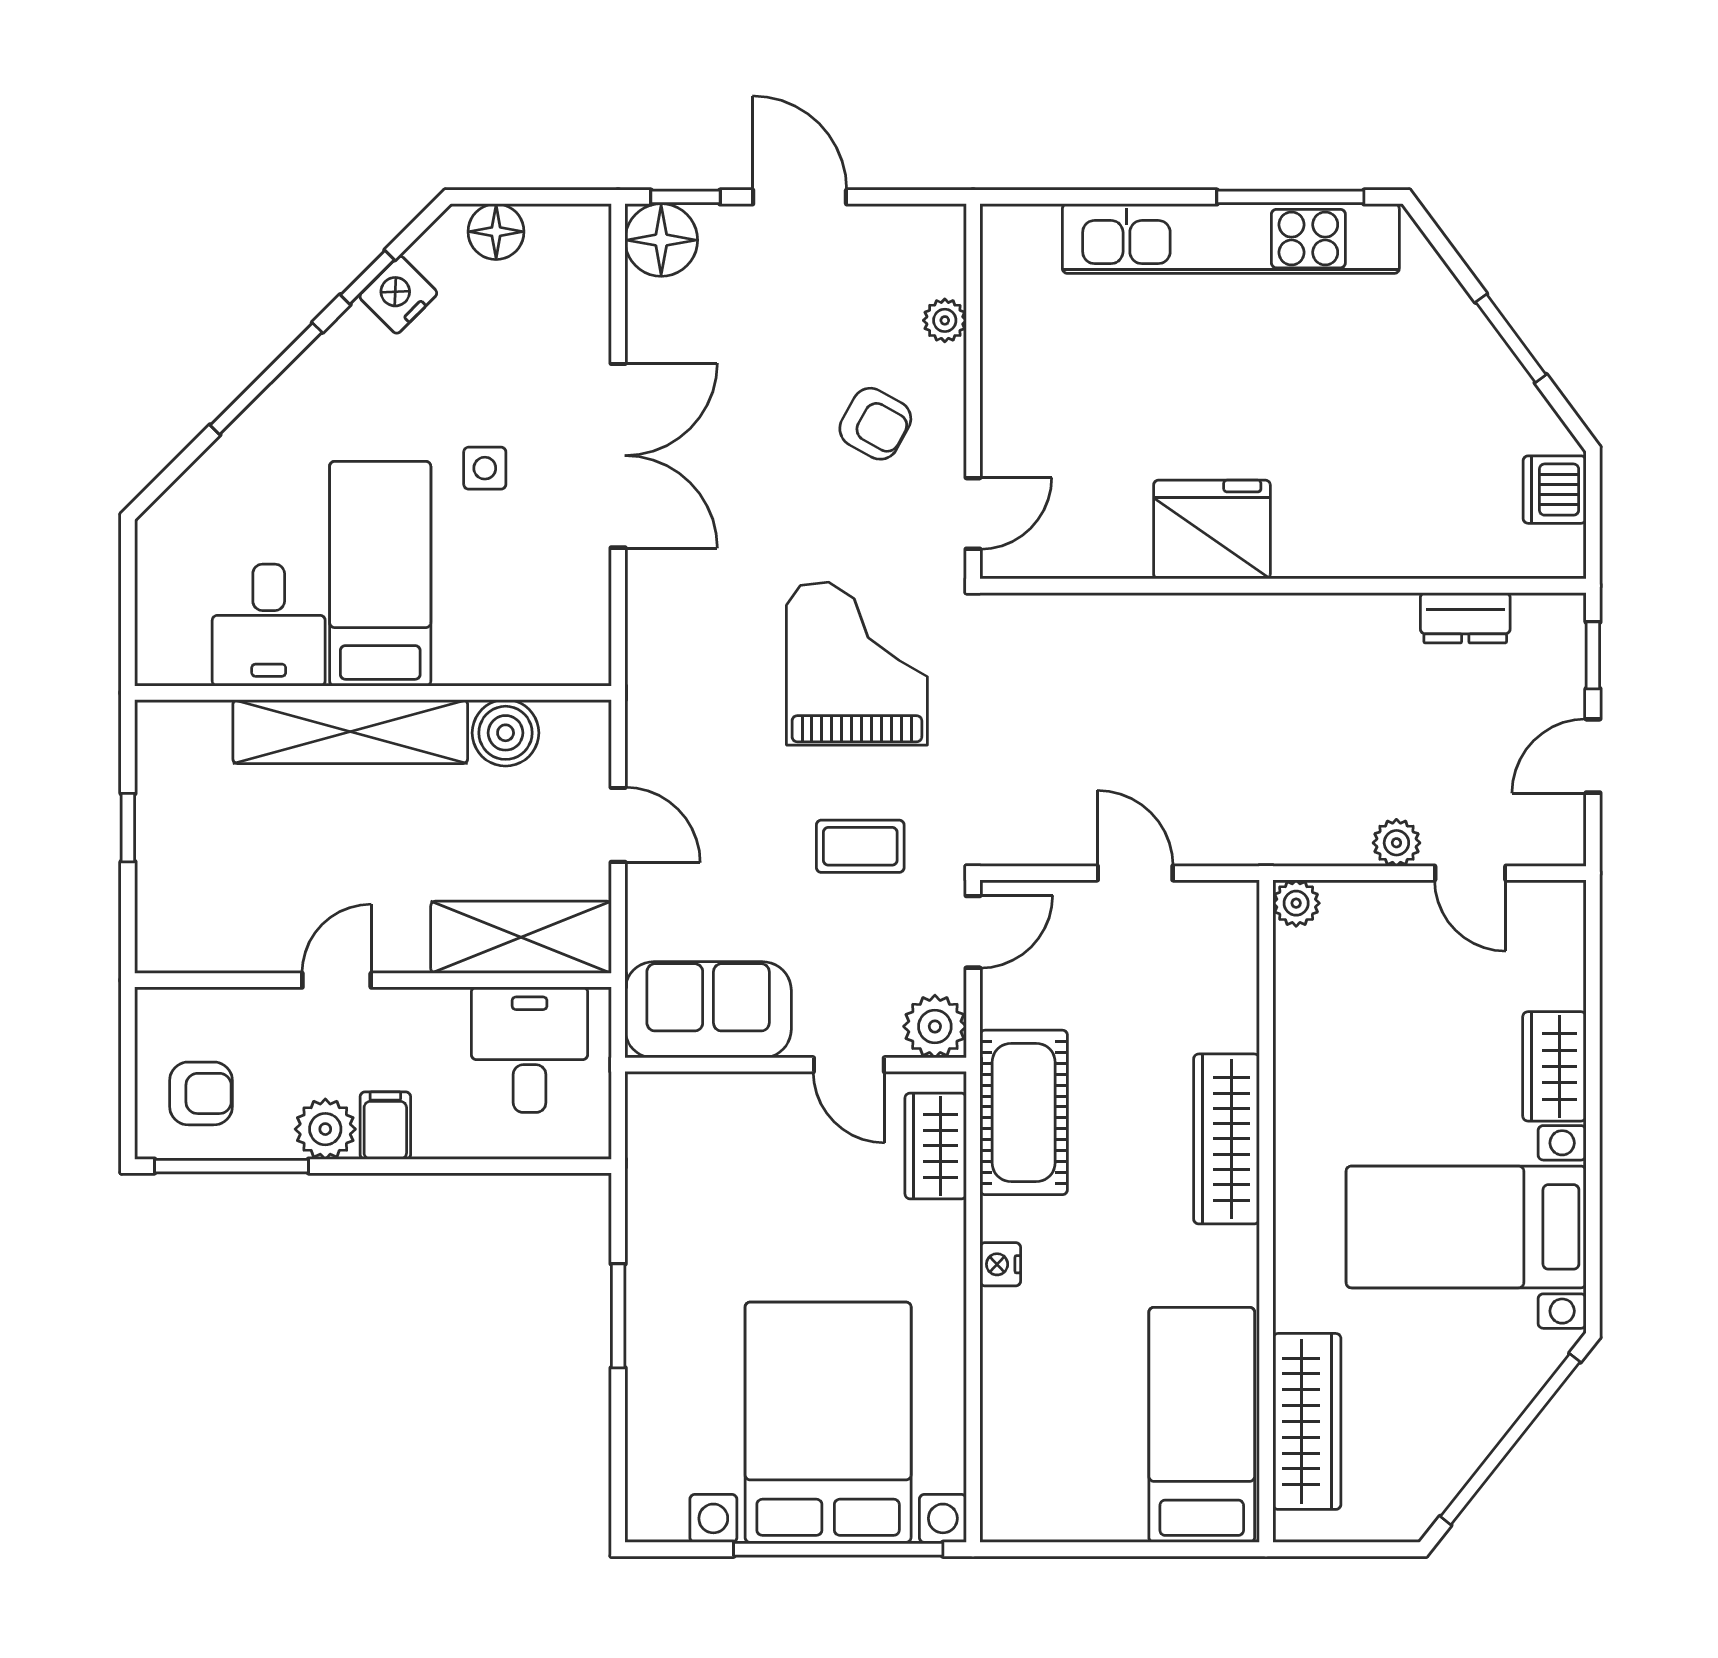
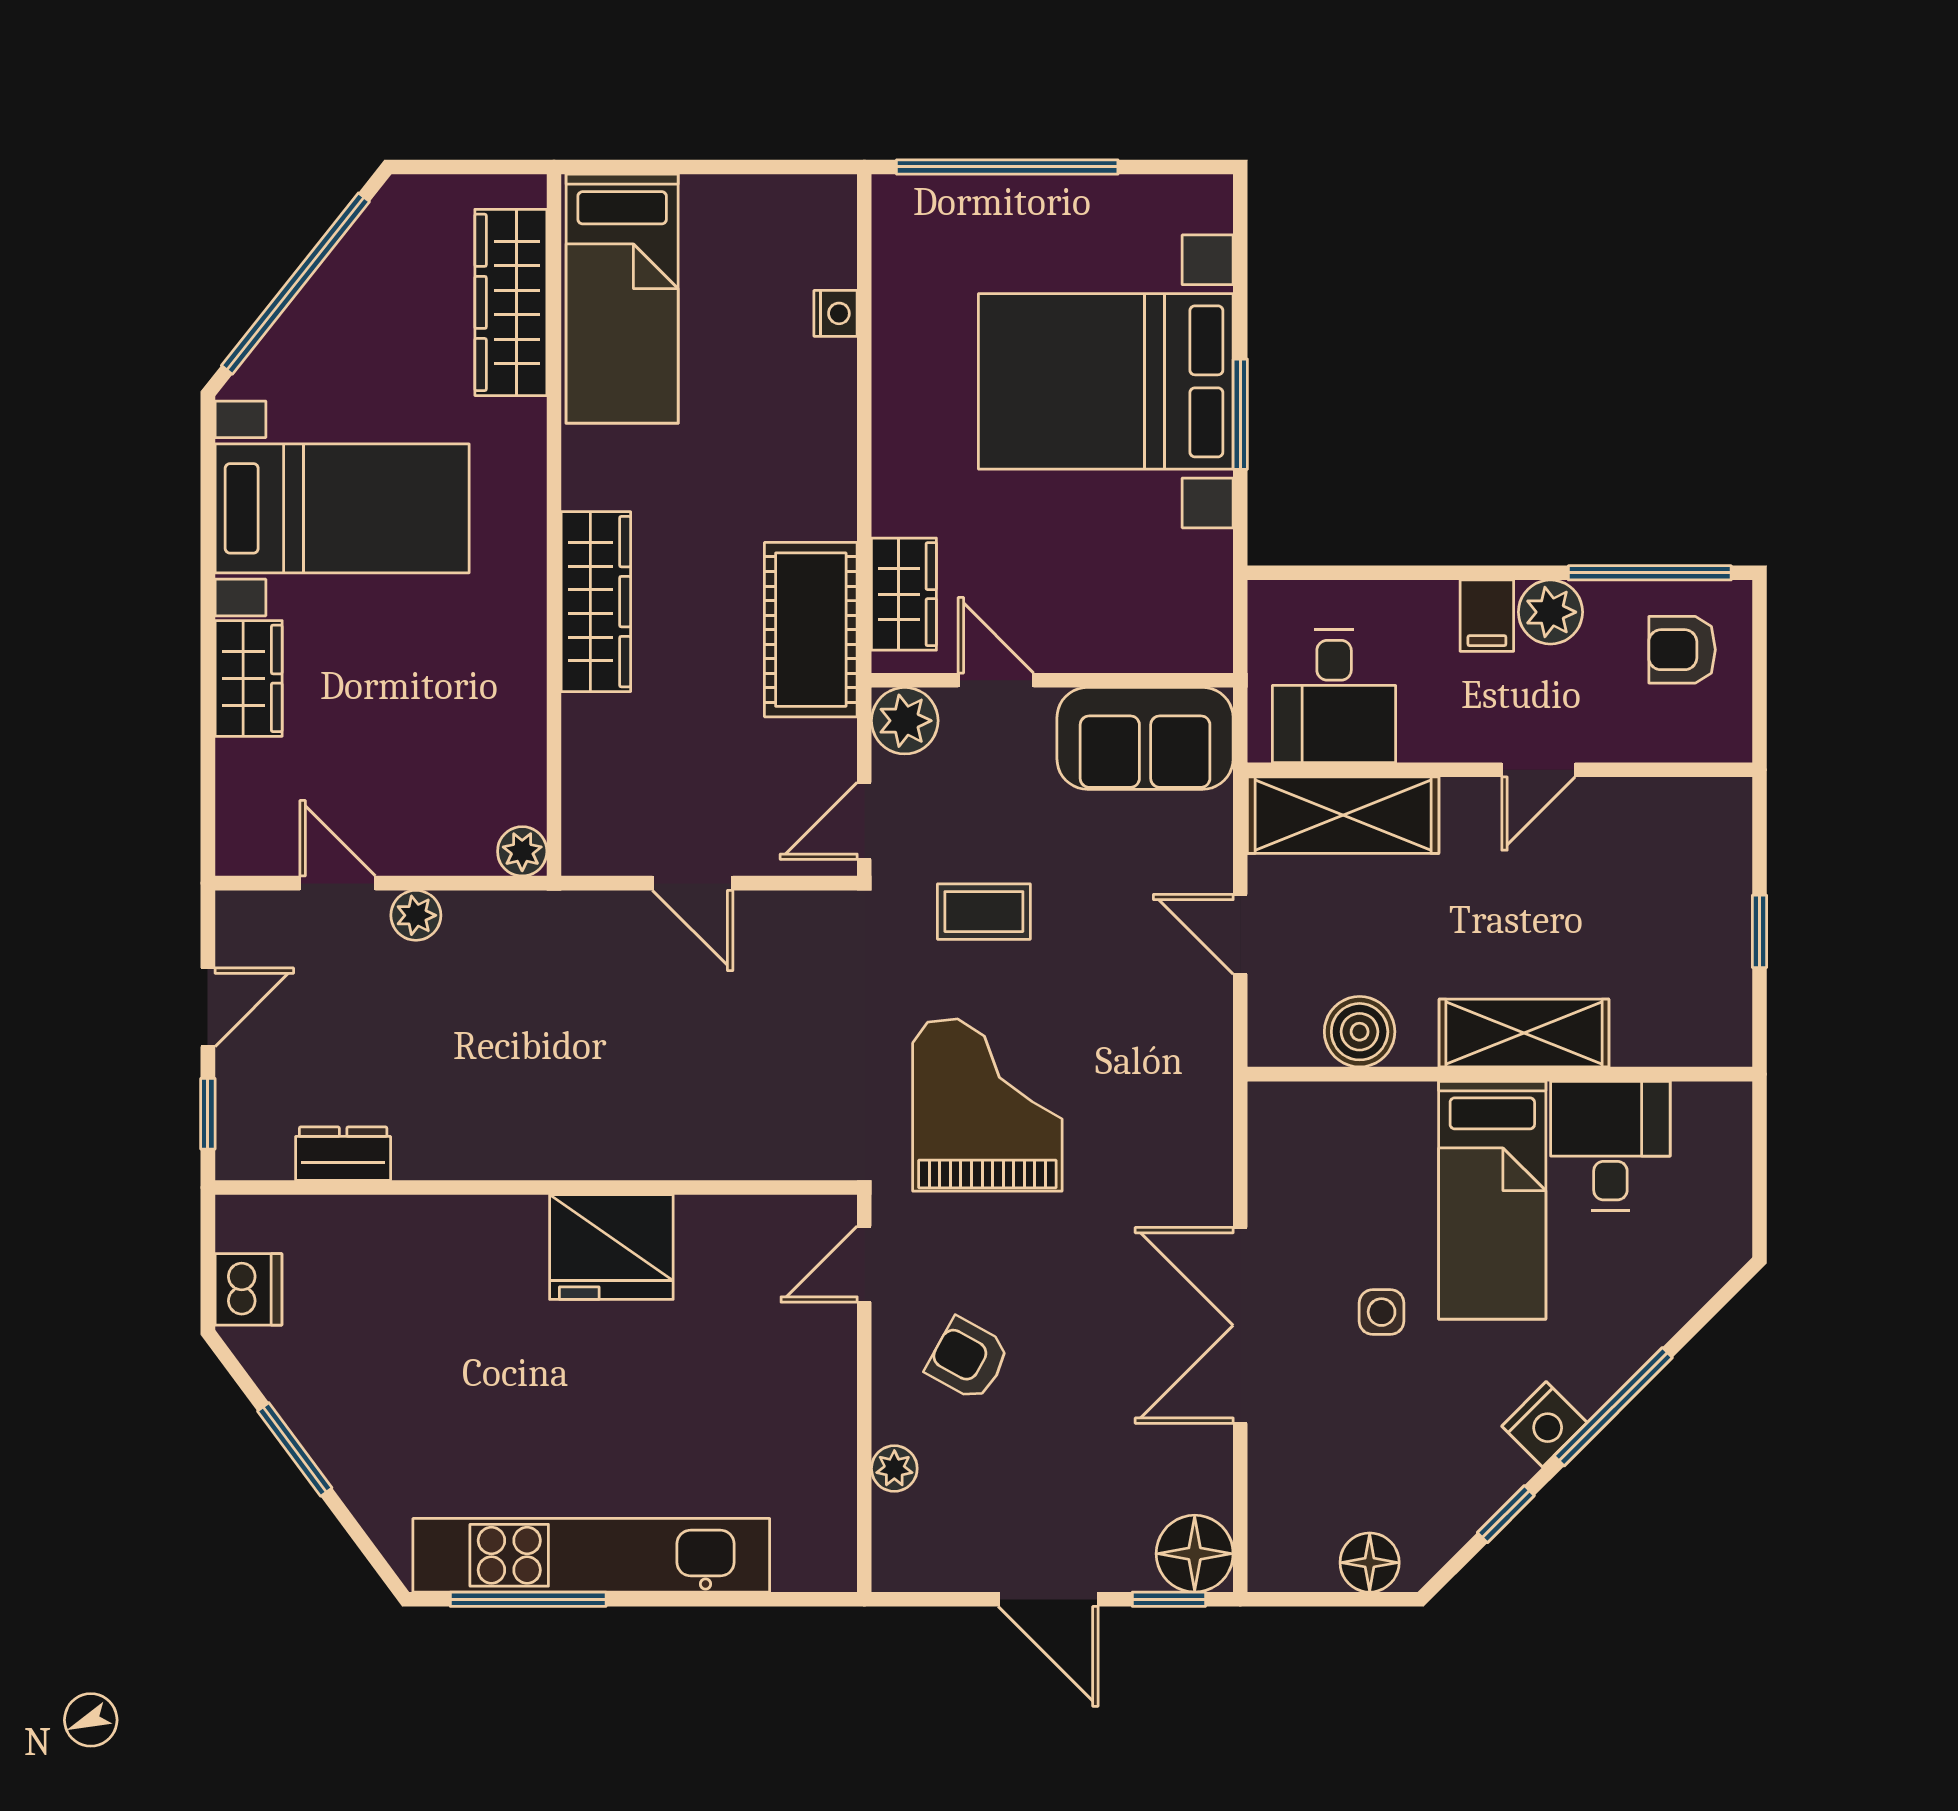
nightstand: (398, 295) -> (1544, 1424), moved
grand piano: (857, 664) -> (987, 1105), turned 180
shelving: (350, 732) -> (1524, 1033), width x0.68
nightstand: (1000, 1264) -> (836, 313), moved
bed with nightstands: (828, 1422) -> (1106, 381), moved, turned 90

